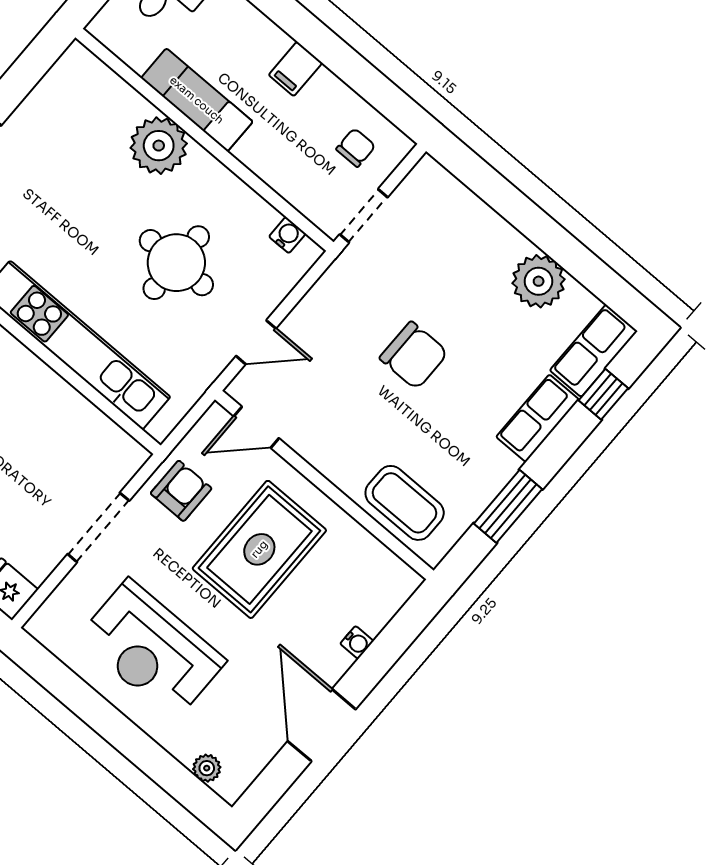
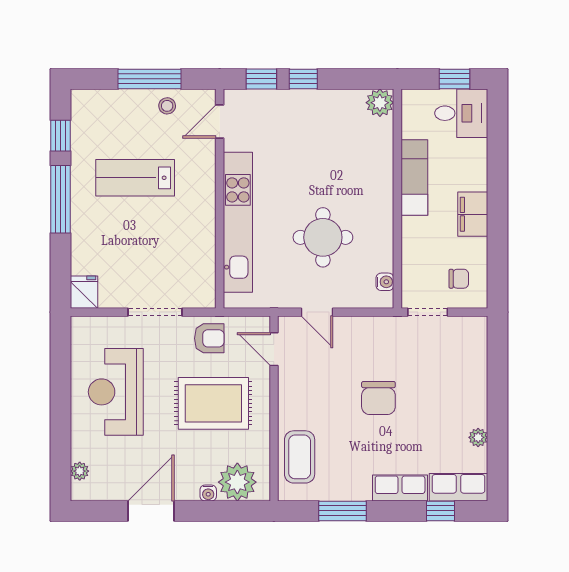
filing cabinet: (295, 69) -> (473, 214), width x2.00
plant: (159, 146) -> (380, 103), moved, width x0.73, depth x0.73
plant: (539, 281) -> (478, 437), width x0.53, depth x0.53
plant: (373, 598) -> (237, 482), added

